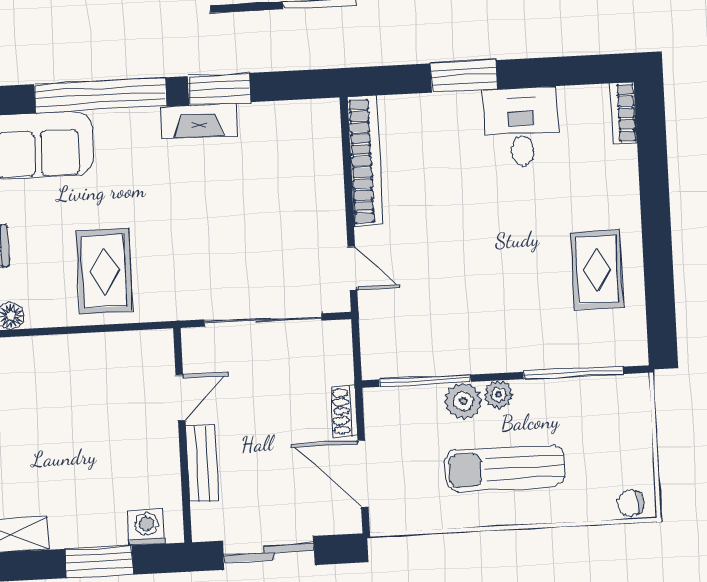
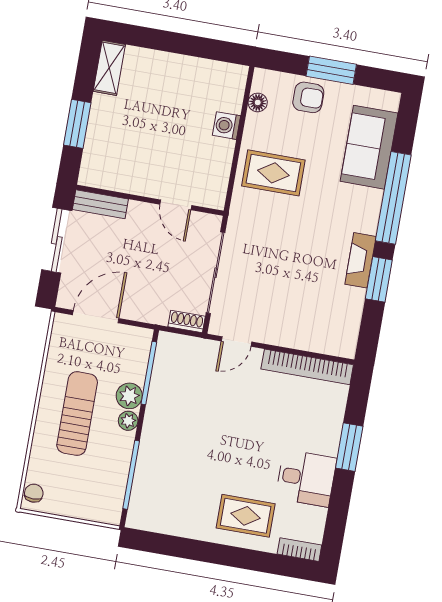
rug: (597, 270) -> (246, 516), moved
shoe rack: (344, 411) -> (187, 321), moved
bench: (202, 464) -> (100, 204), moved
washing machine: (147, 527) -> (227, 126), moved, turned 180

